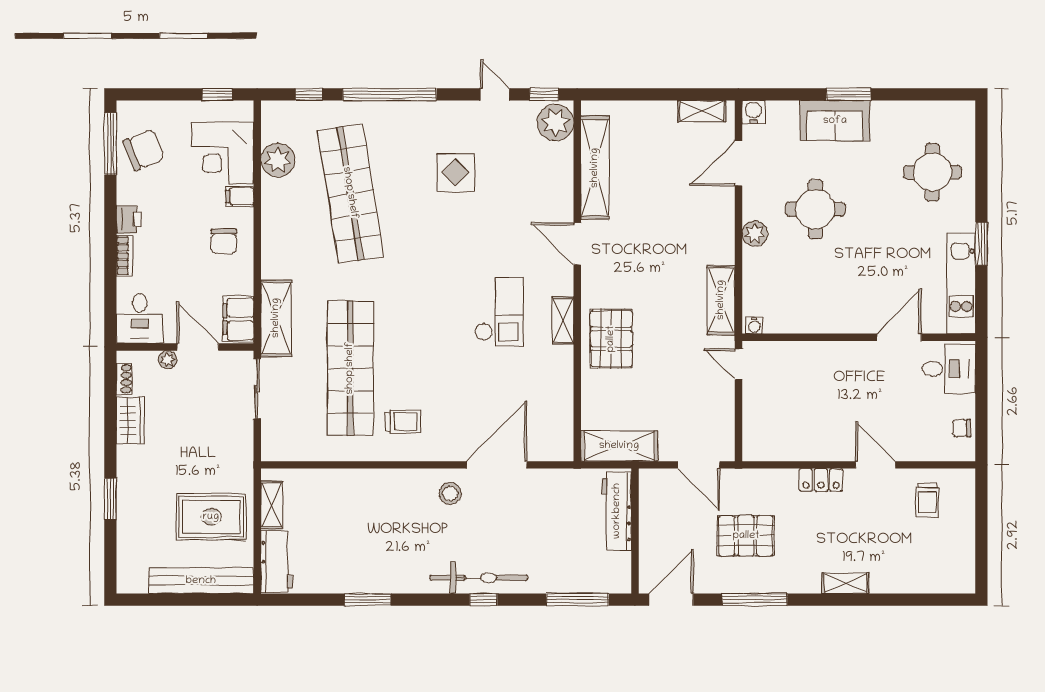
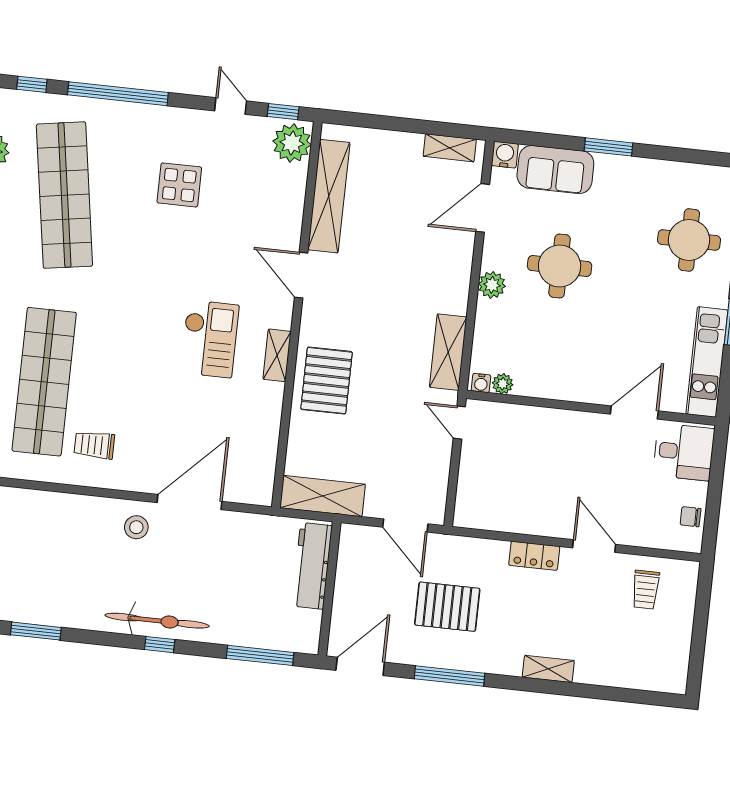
sofa: (835, 121) -> (555, 169), moved
plant: (775, 324) -> (503, 384), added
trolley: (403, 422) -> (94, 445), turned 180

